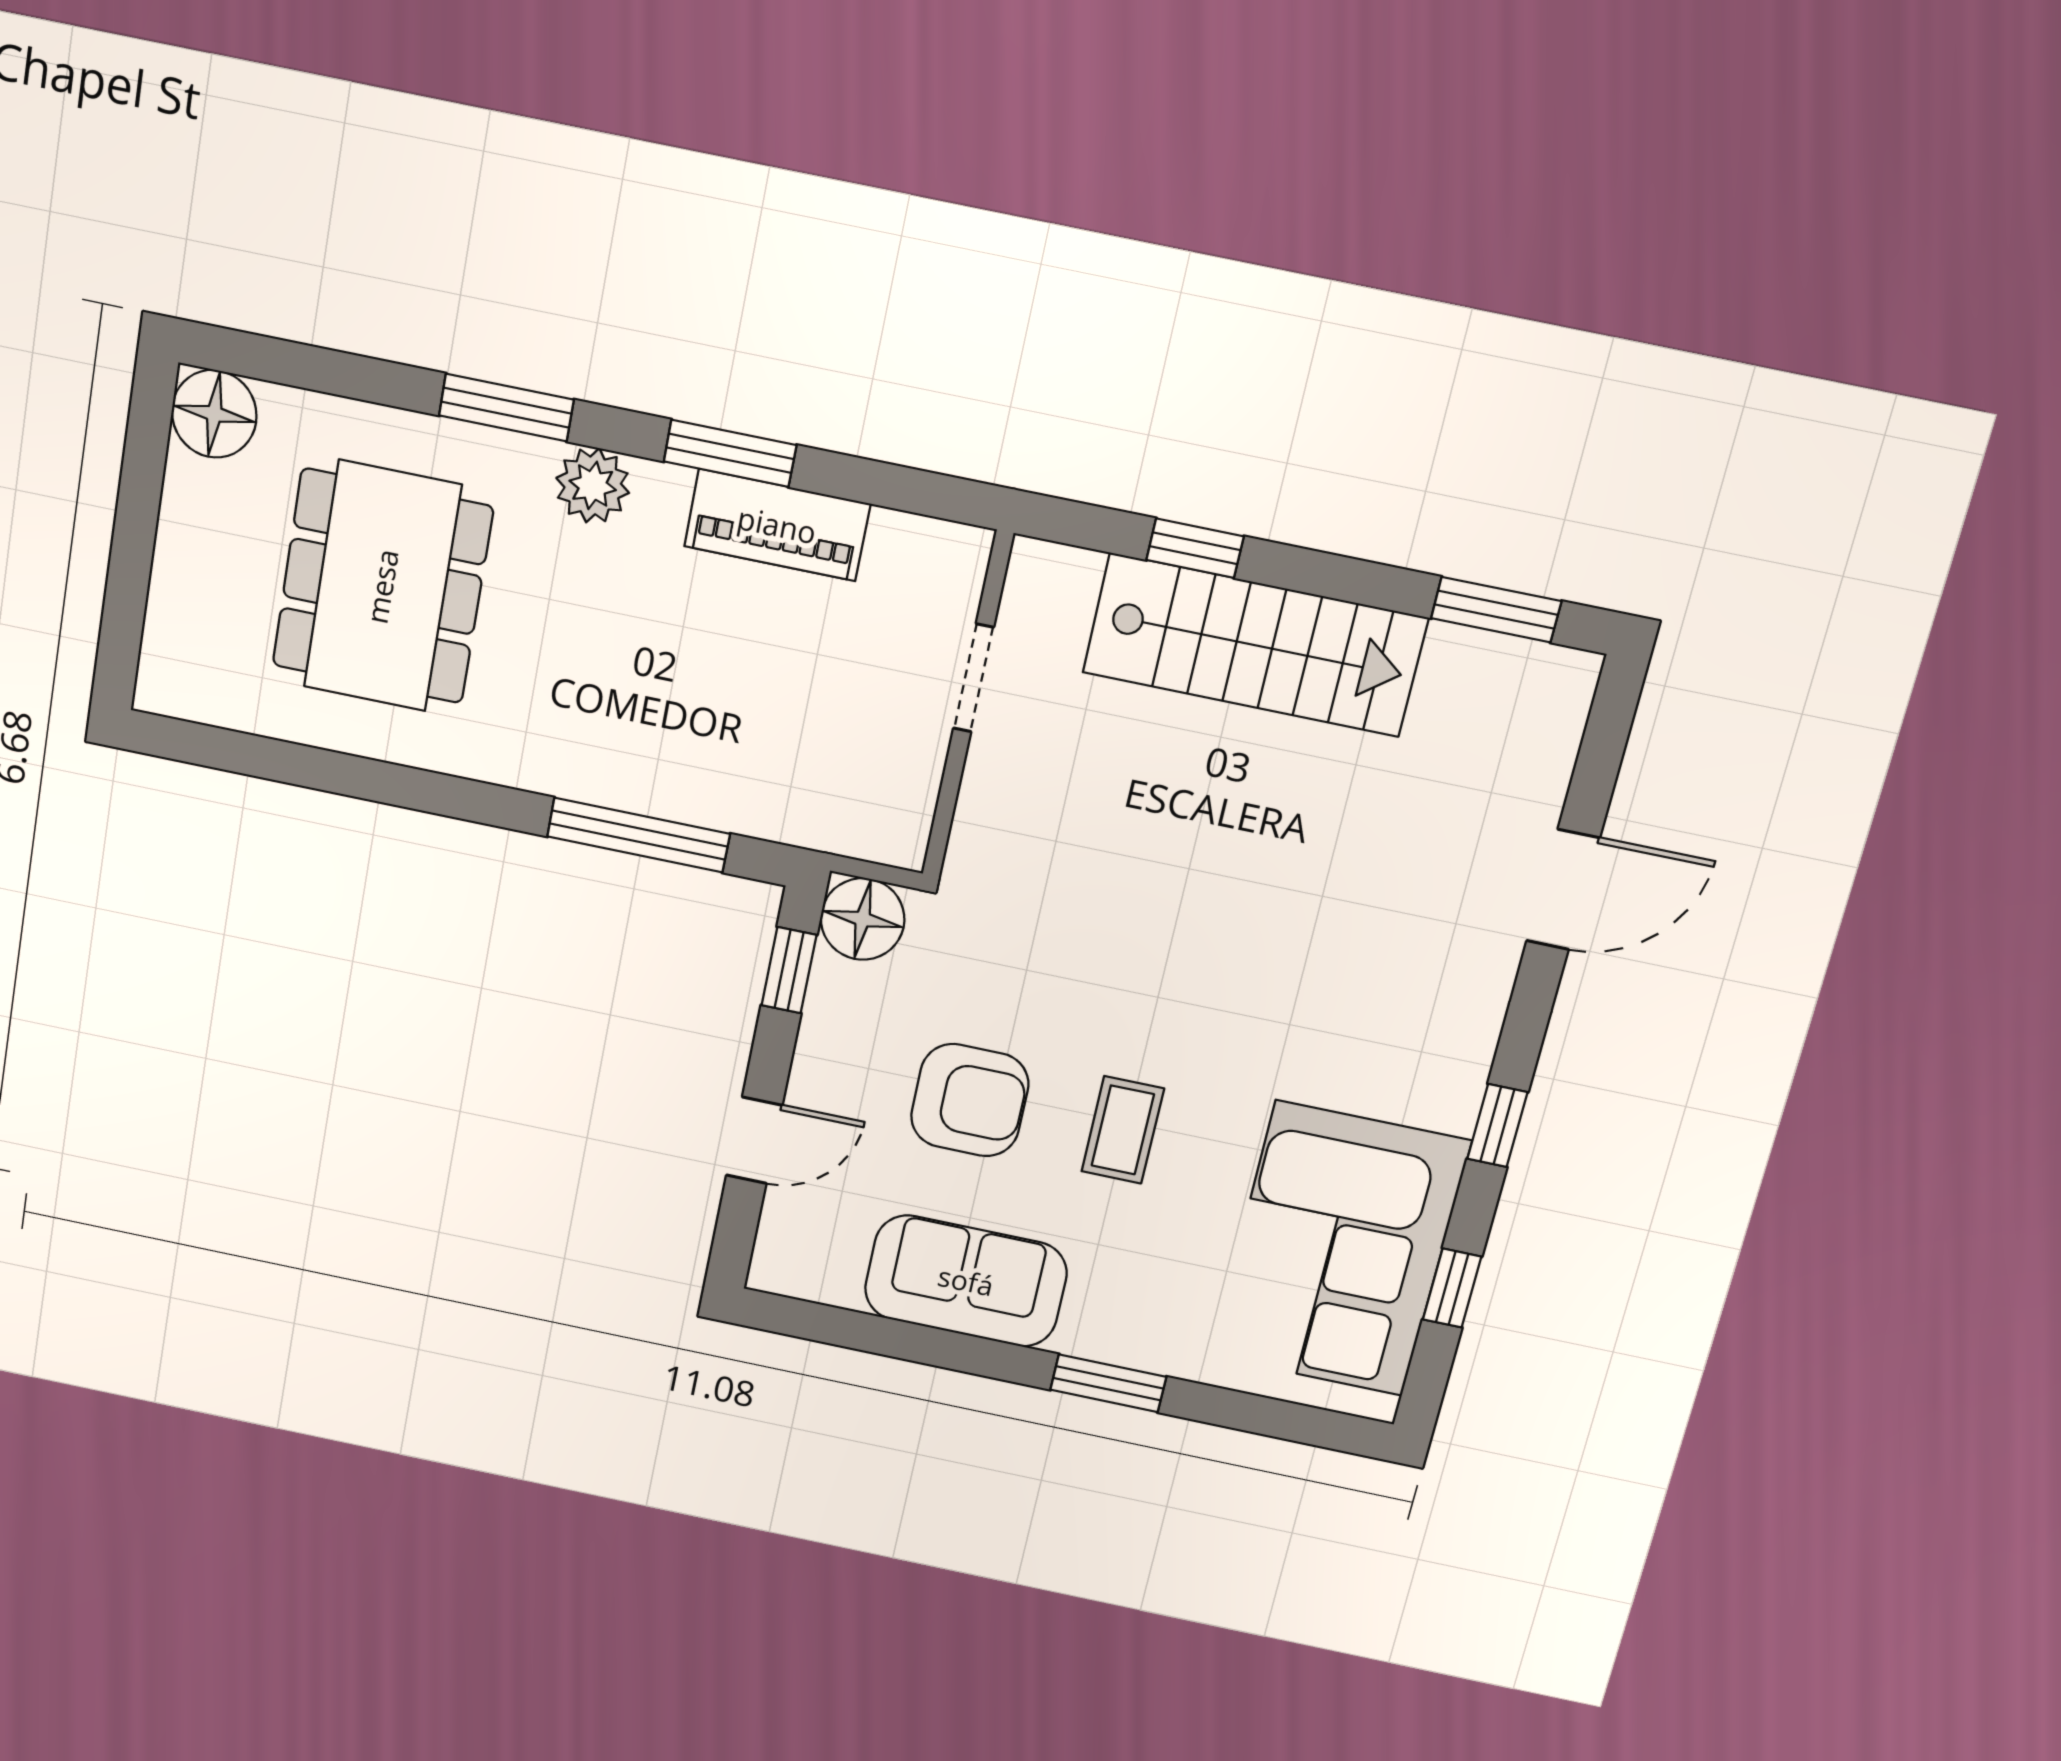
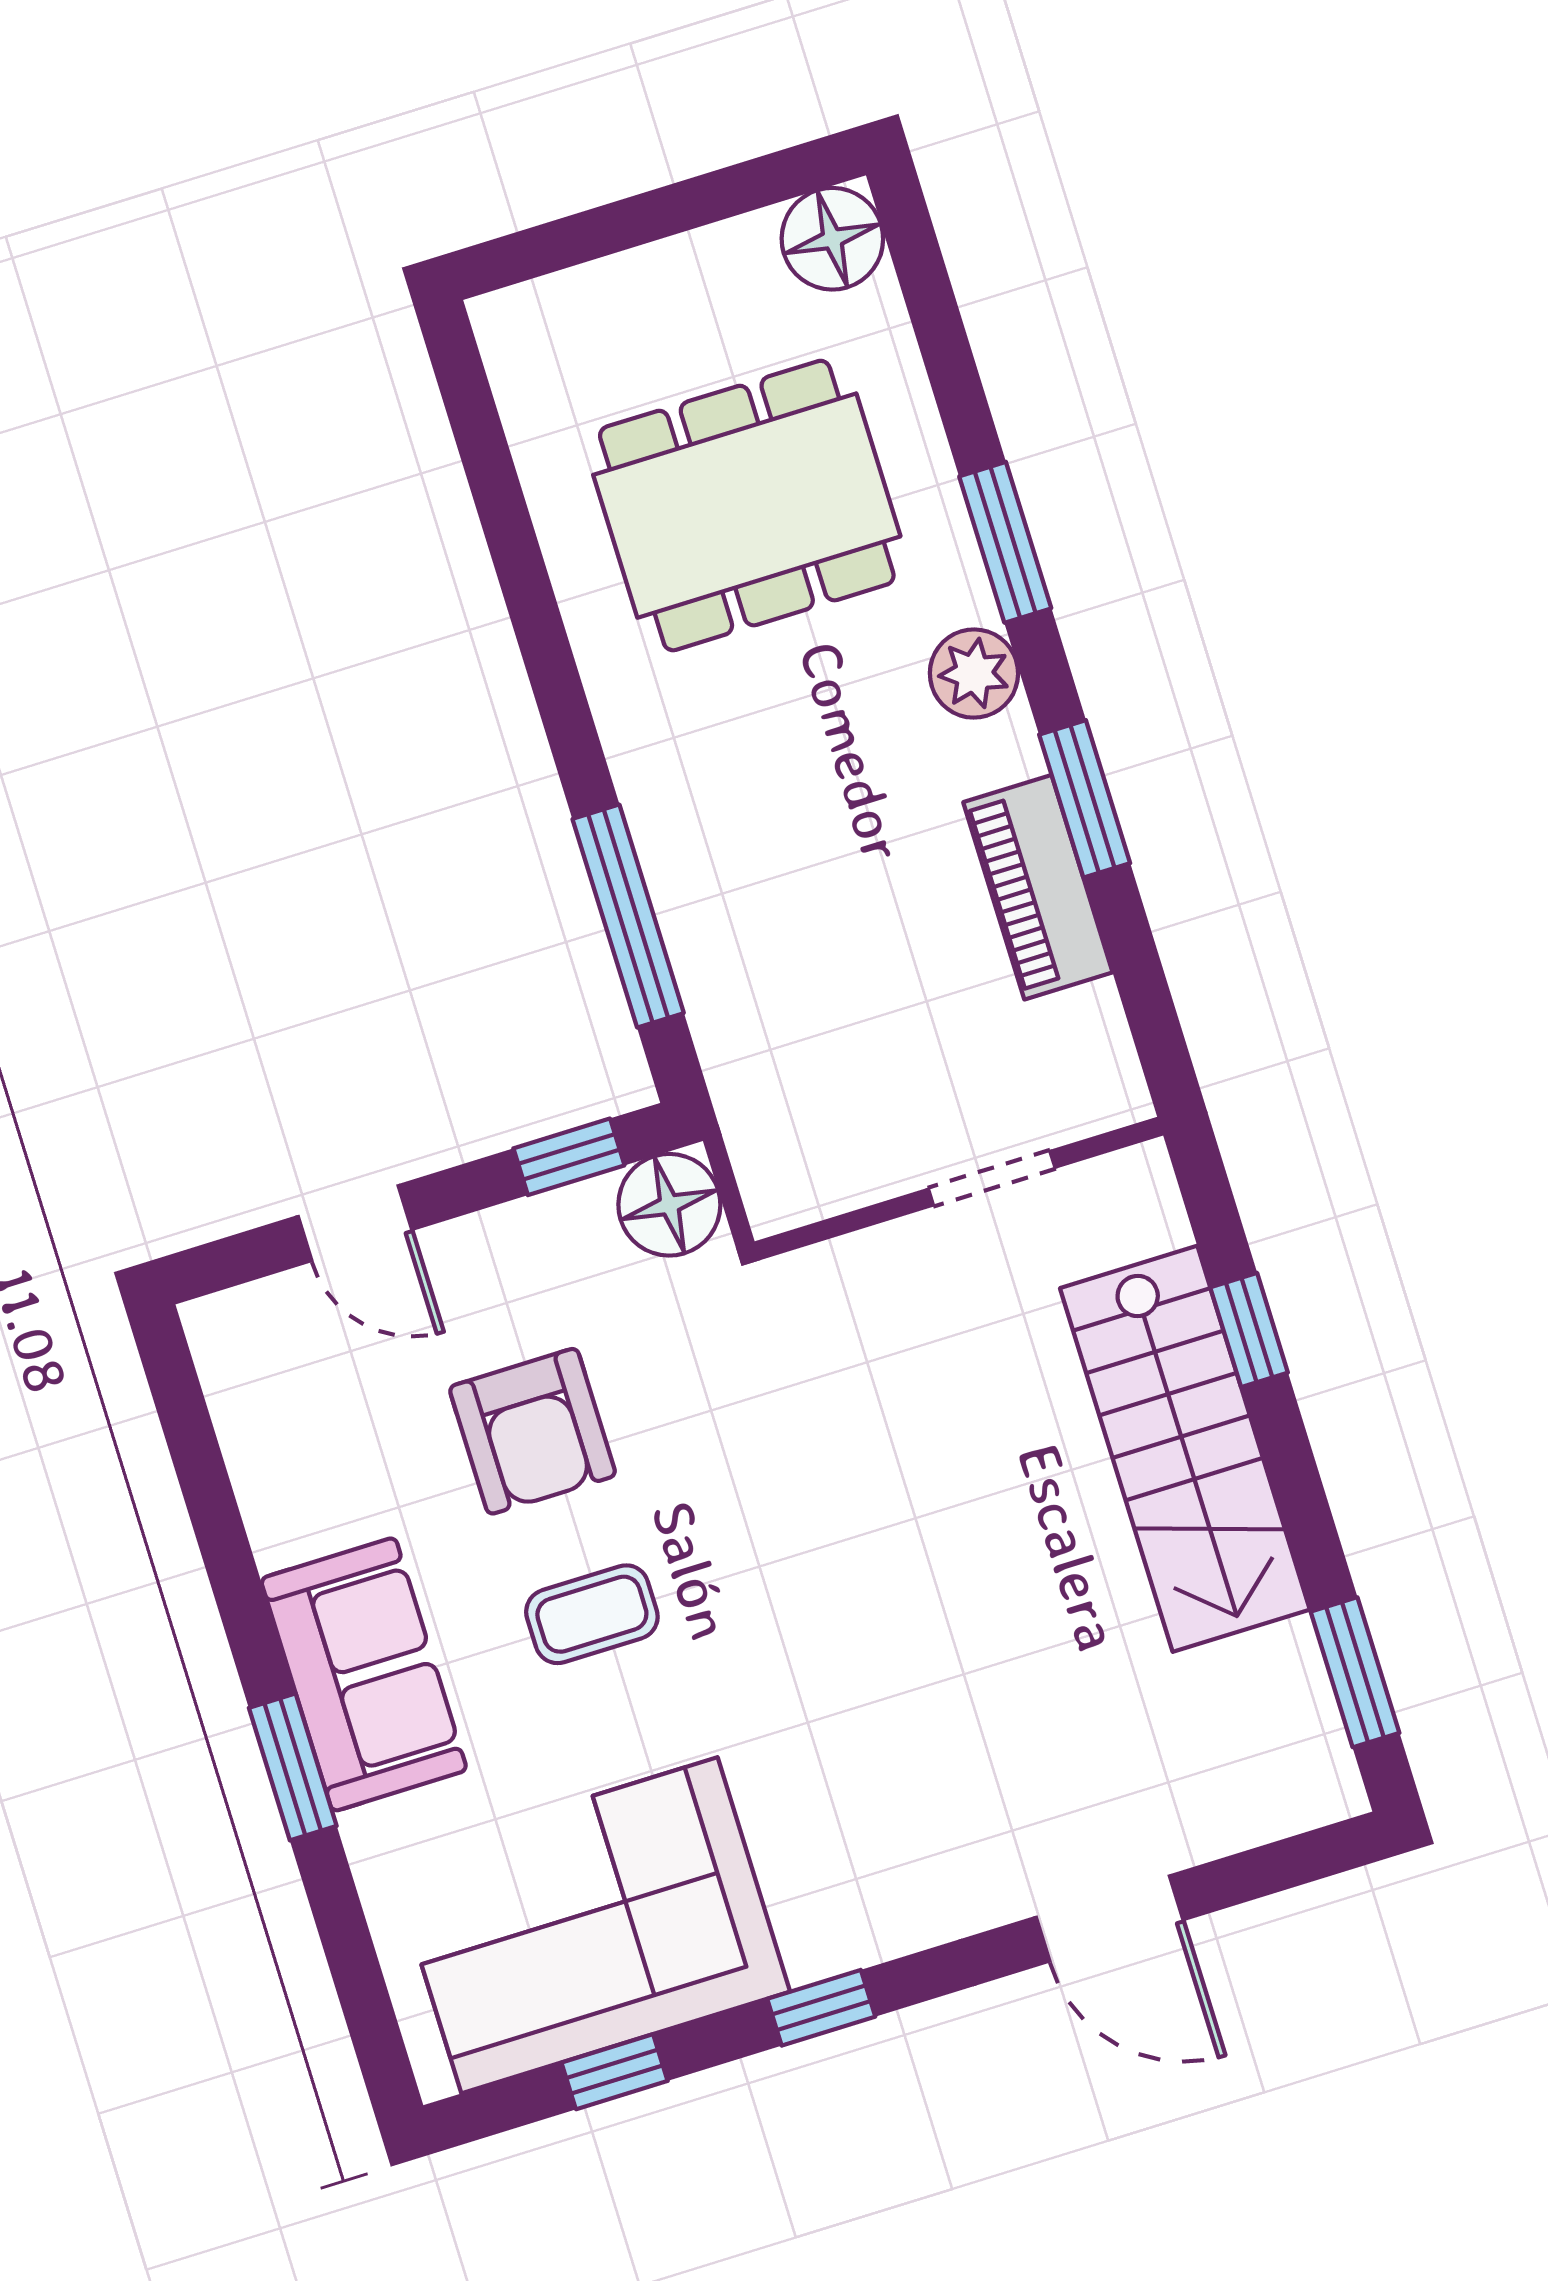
sofa: (966, 1281) -> (364, 1674), moved

